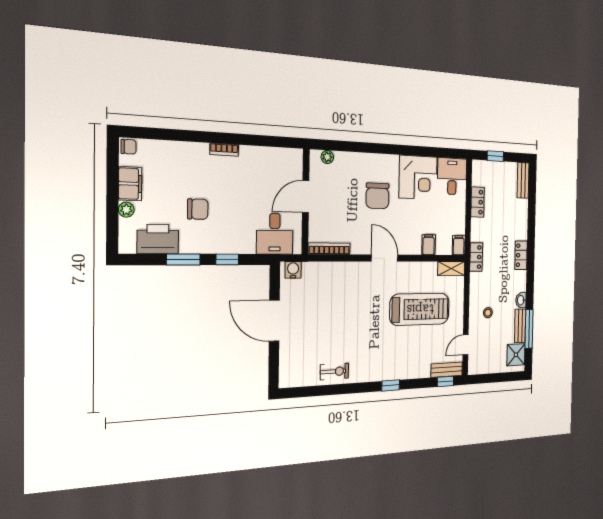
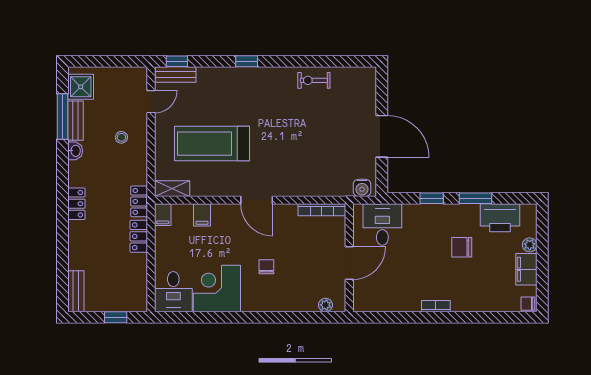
chair: (377, 196) -> (266, 267), width x0.54, depth x0.54
locker: (478, 202) -> (139, 236), moved

